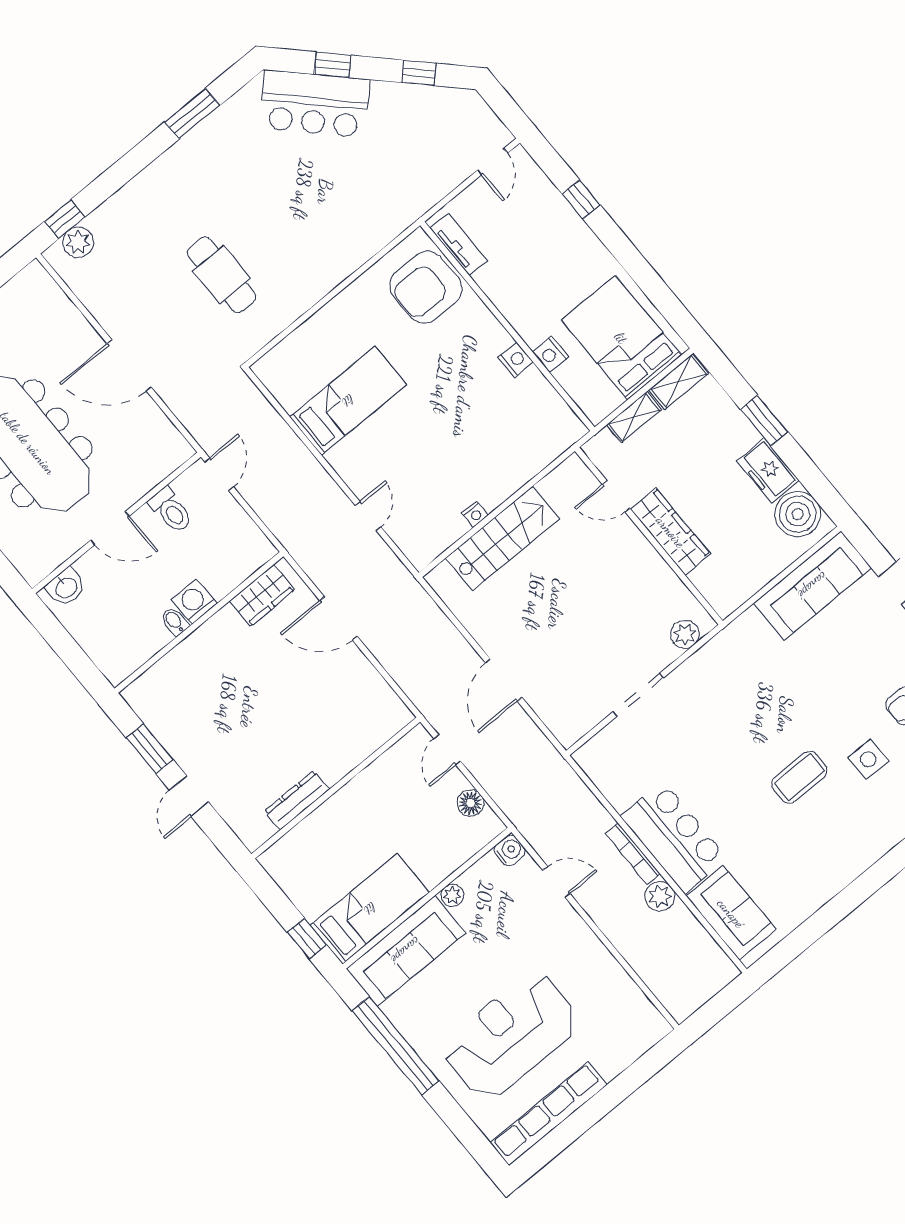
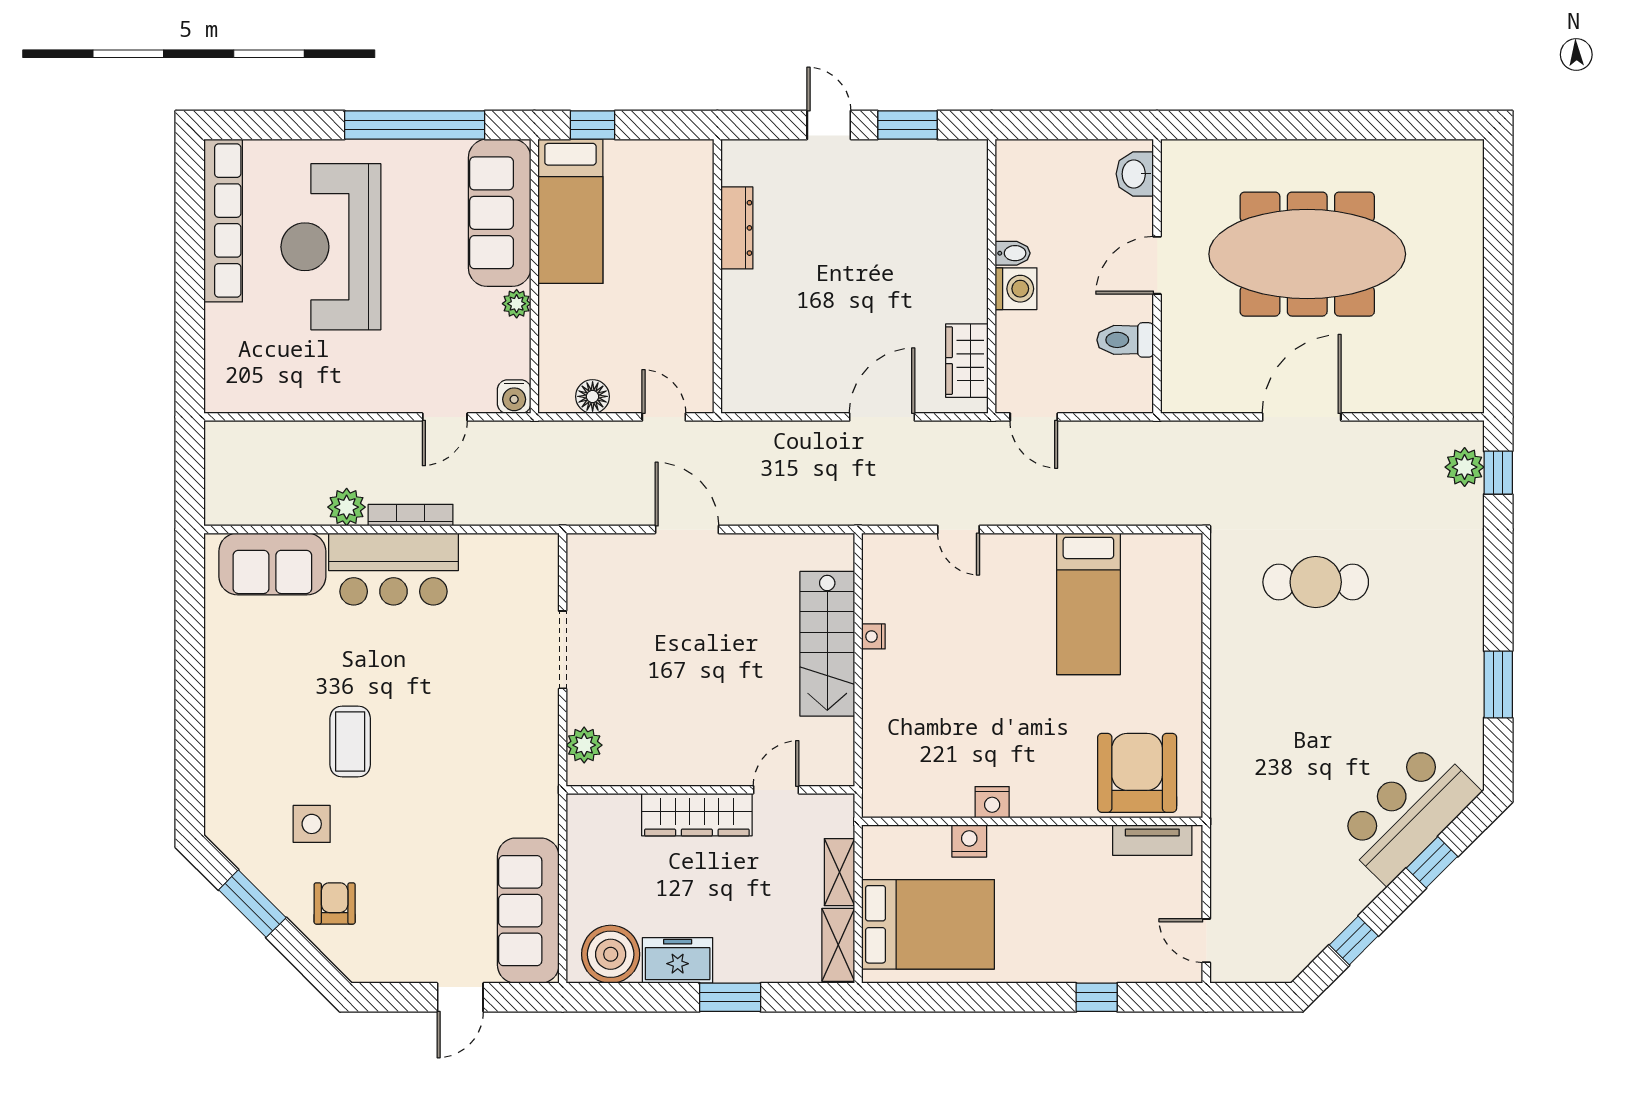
door: (219, 474) -> (1034, 417), moved
reception desk: (511, 1036) -> (331, 247), turned 180

